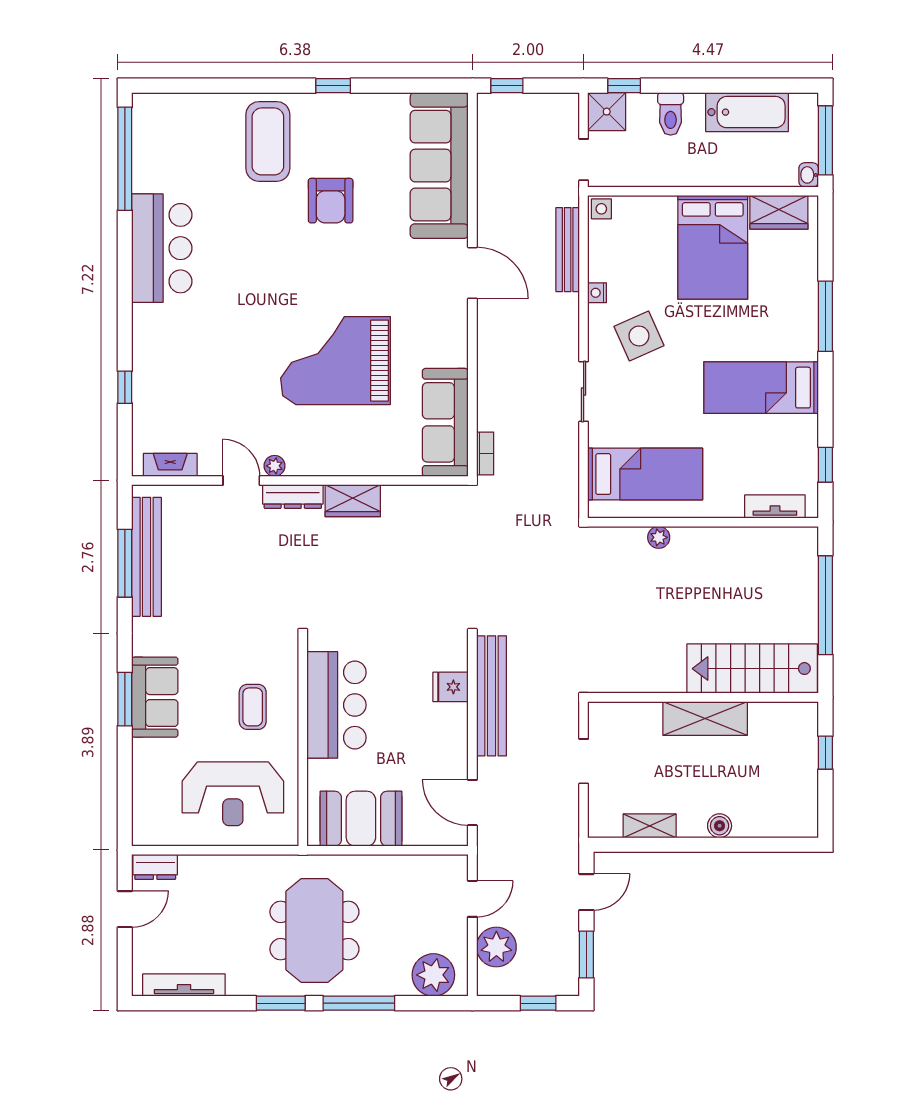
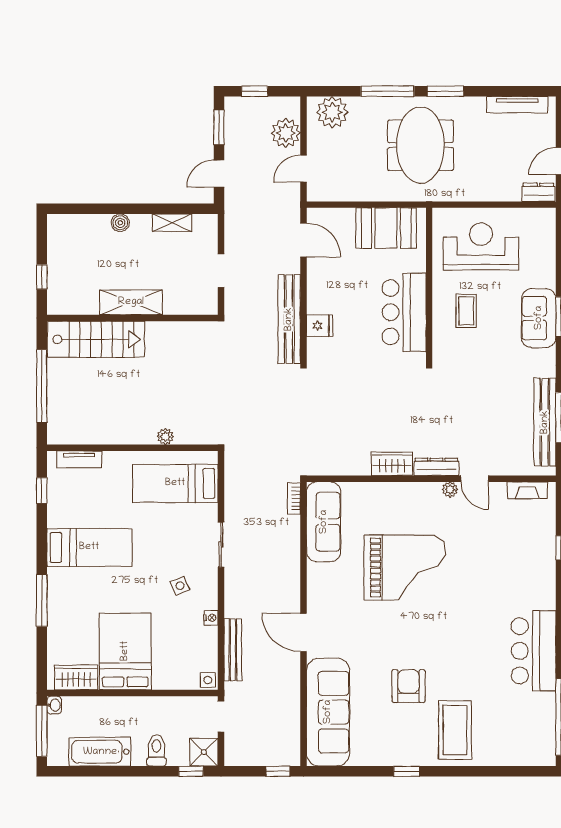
side table: (639, 336) -> (180, 586), width x0.54, depth x0.54

